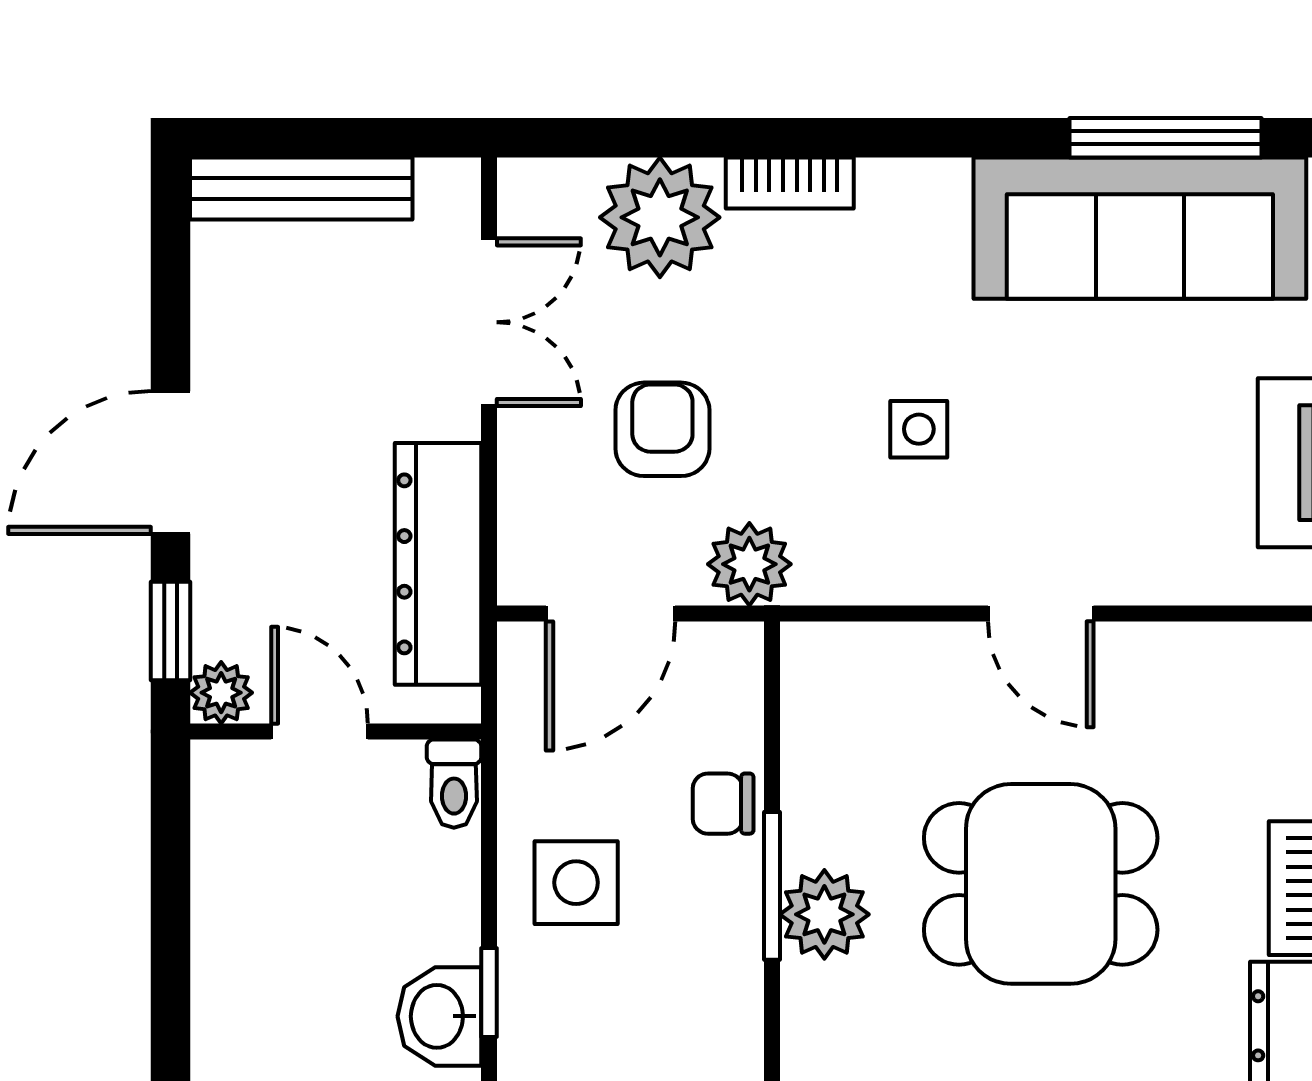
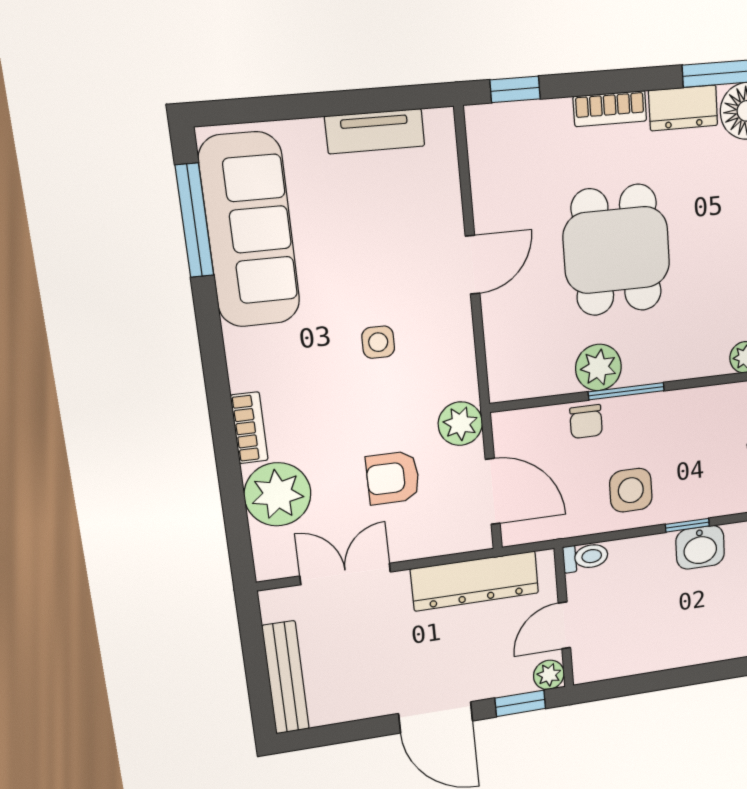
plant: (824, 914) -> (599, 367), moved

